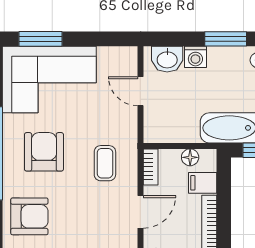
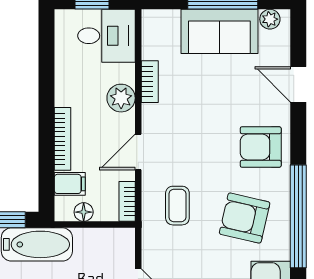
armchair: (44, 152) -> (245, 218), turned 103

